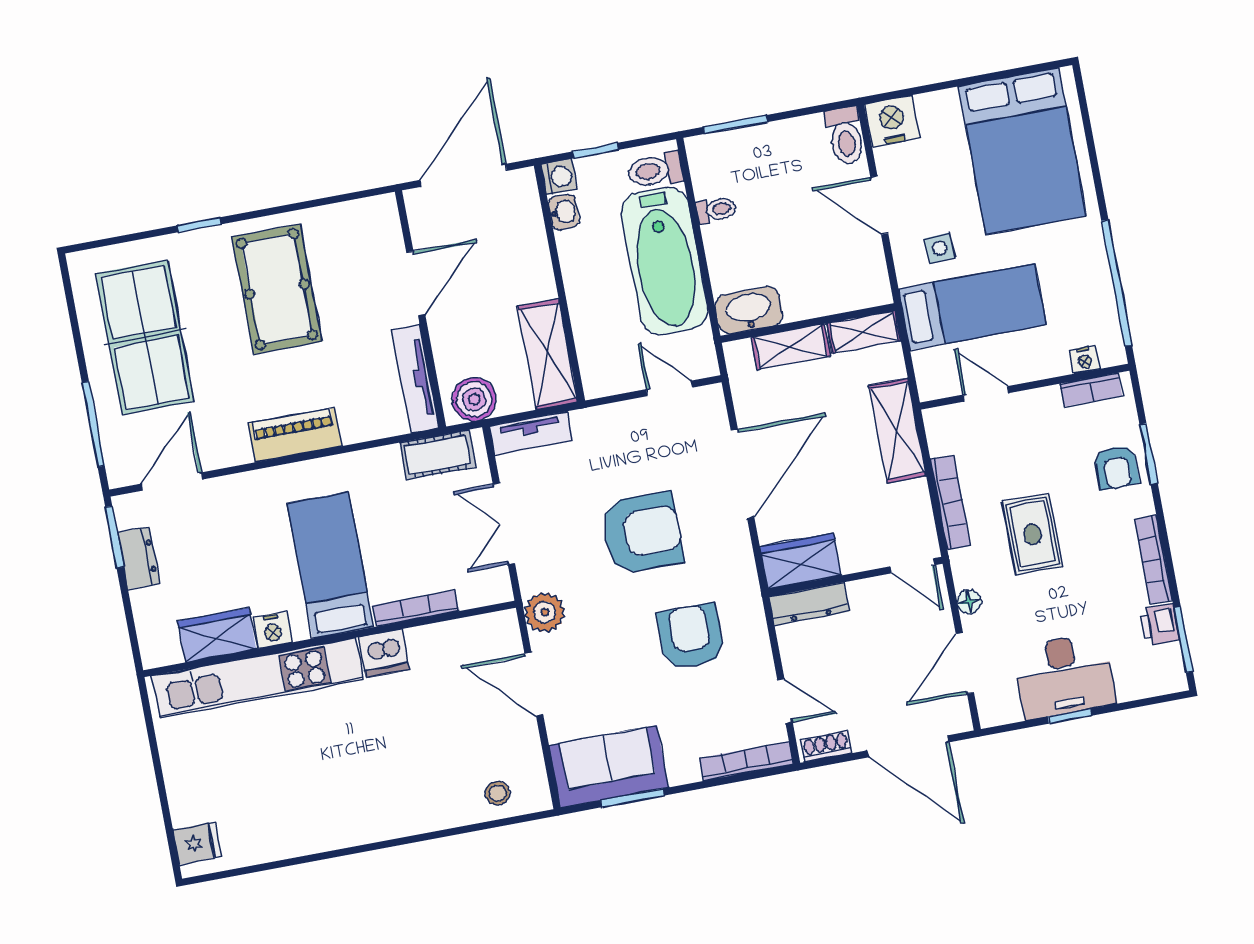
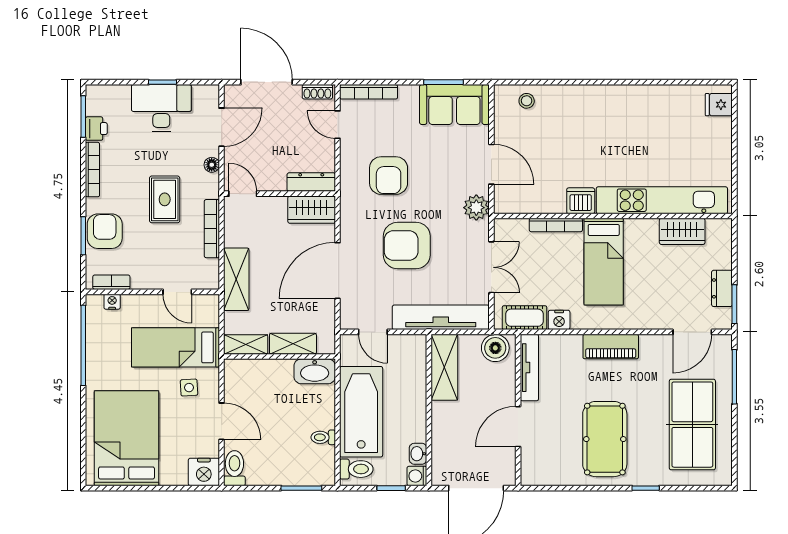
tv unit: (531, 433) -> (441, 317), width x1.92, depth x1.29
armchair: (1117, 467) -> (105, 231), width x1.38, depth x1.38
nightstand: (273, 630) -> (559, 320), moved, turned 180

